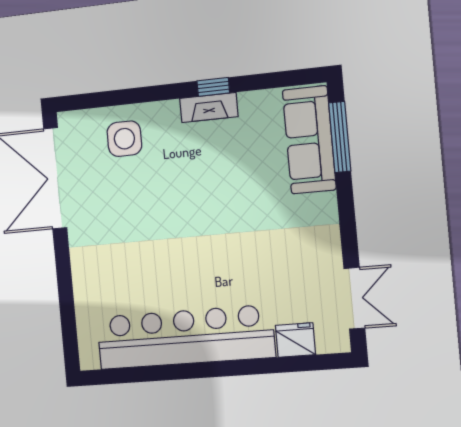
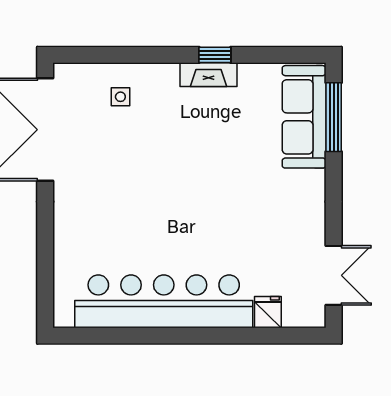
side table: (124, 139) -> (120, 97), width x0.54, depth x0.54
fridge: (295, 340) -> (268, 312), width x0.72

